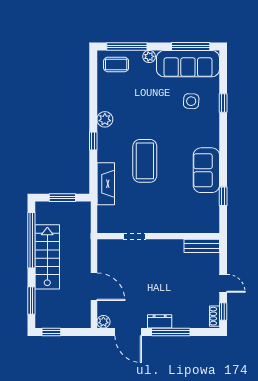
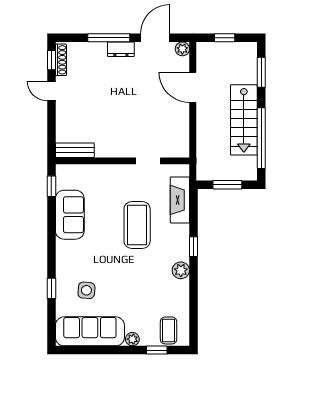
window: (127, 46) -> (157, 350), width x0.46
window: (191, 46) -> (87, 350), removed
coffee table: (116, 64) -> (169, 330), turned 90
doorway: (135, 236) -> (148, 161), moved
wall: (158, 236) -> (122, 161), moved
bench: (202, 246) -> (75, 150), moved
shoe rack: (214, 316) -> (61, 60), width x1.43
window: (51, 332) -> (225, 38), moved
door: (128, 332) -> (155, 38), hinge flipped

